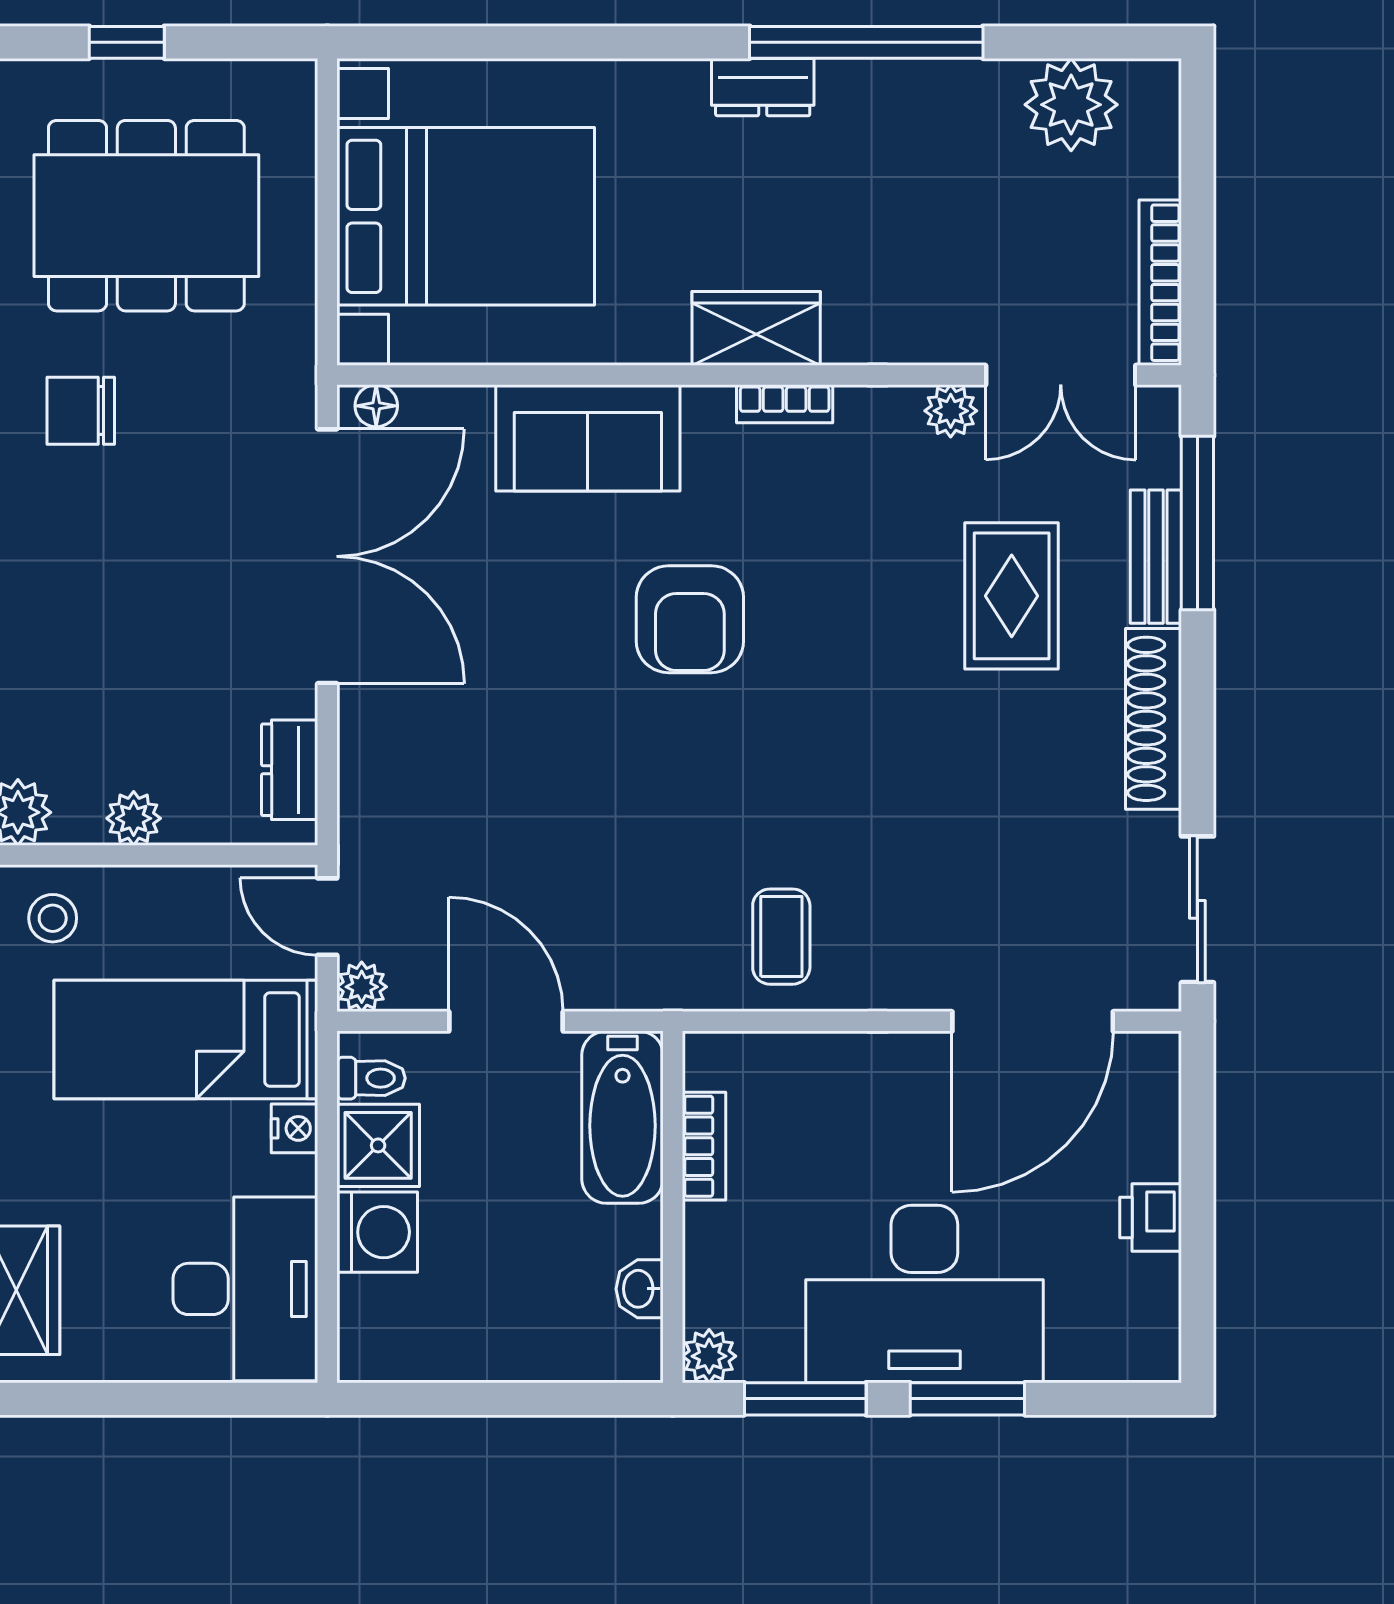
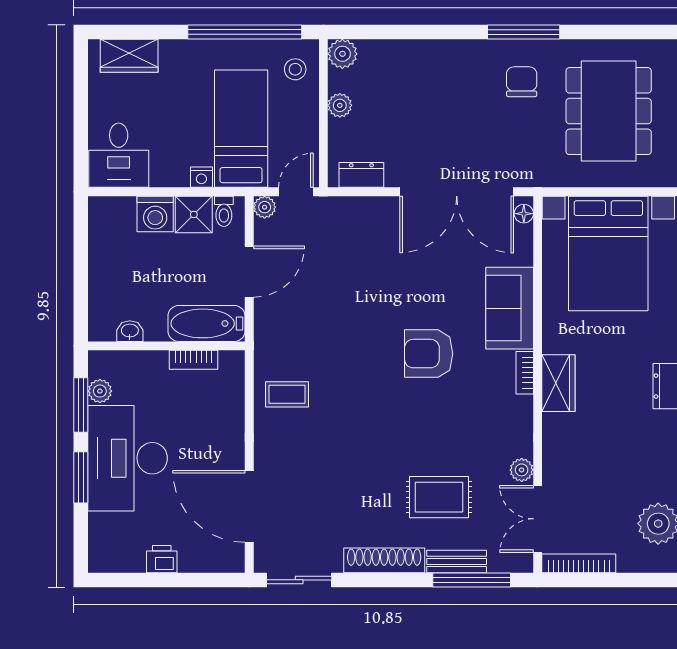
bookcase: (785, 404) -> (525, 373), moved
desk: (245, 1289) -> (119, 155), width x0.73
plant: (709, 1356) -> (100, 391), moved

